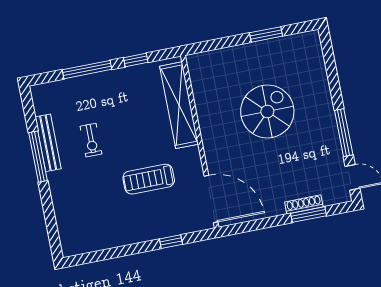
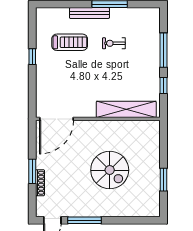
bench: (48, 143) -> (89, 13), moved
treadmill: (149, 179) -> (70, 42), moved, turned 90
window: (309, 215) -> (32, 171), moved
window: (171, 242) -> (32, 57), moved

